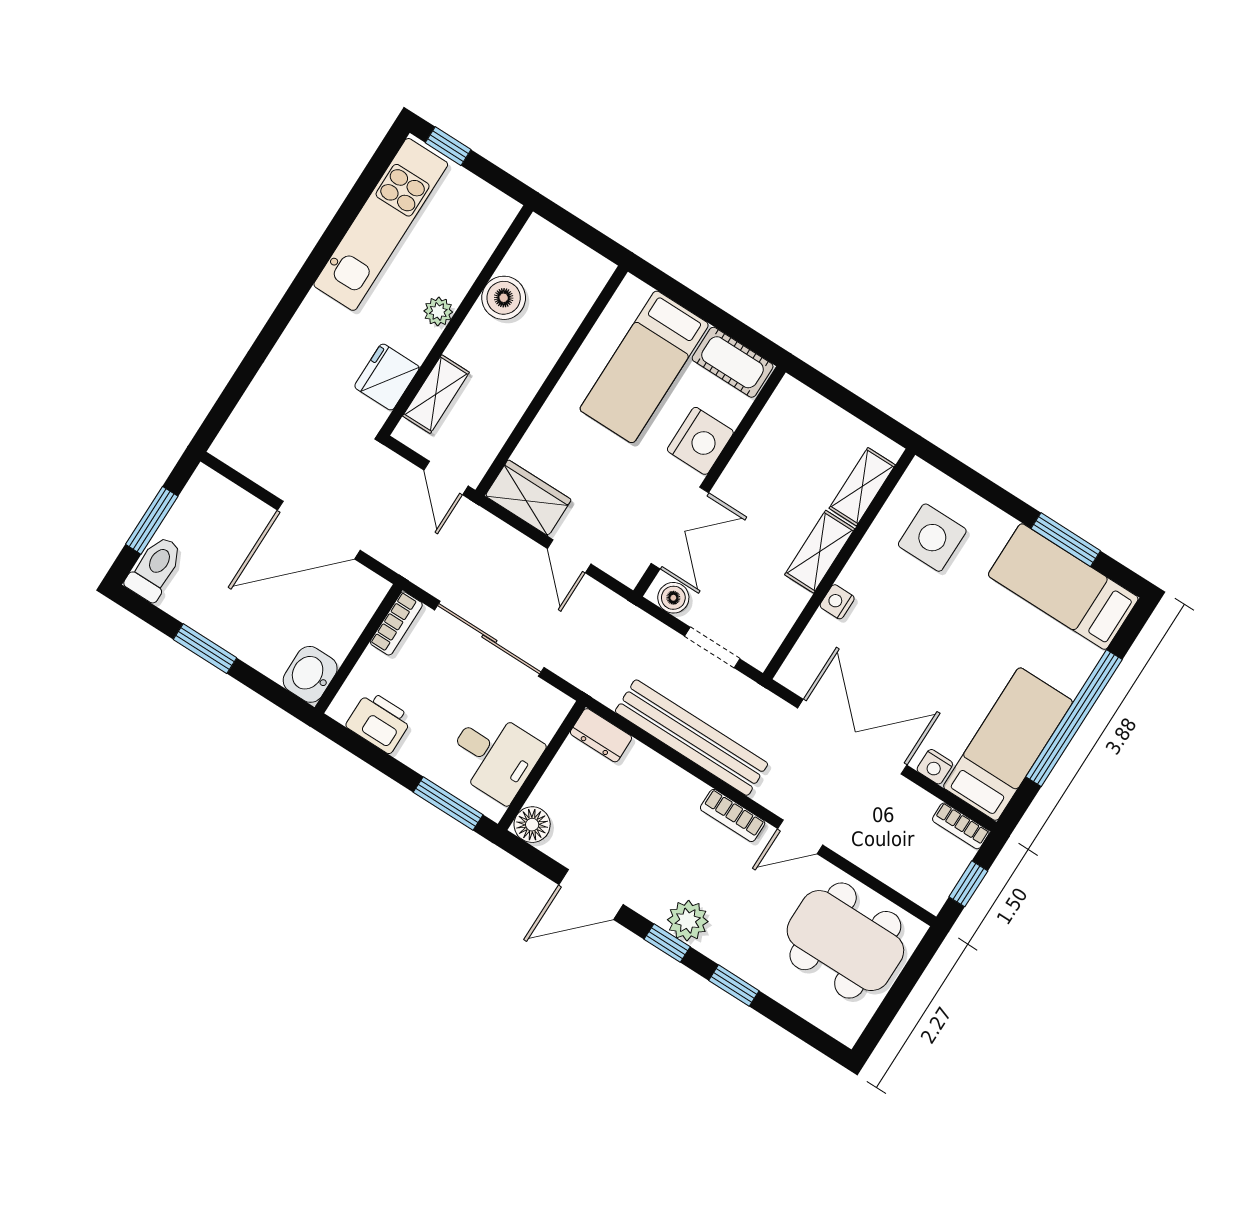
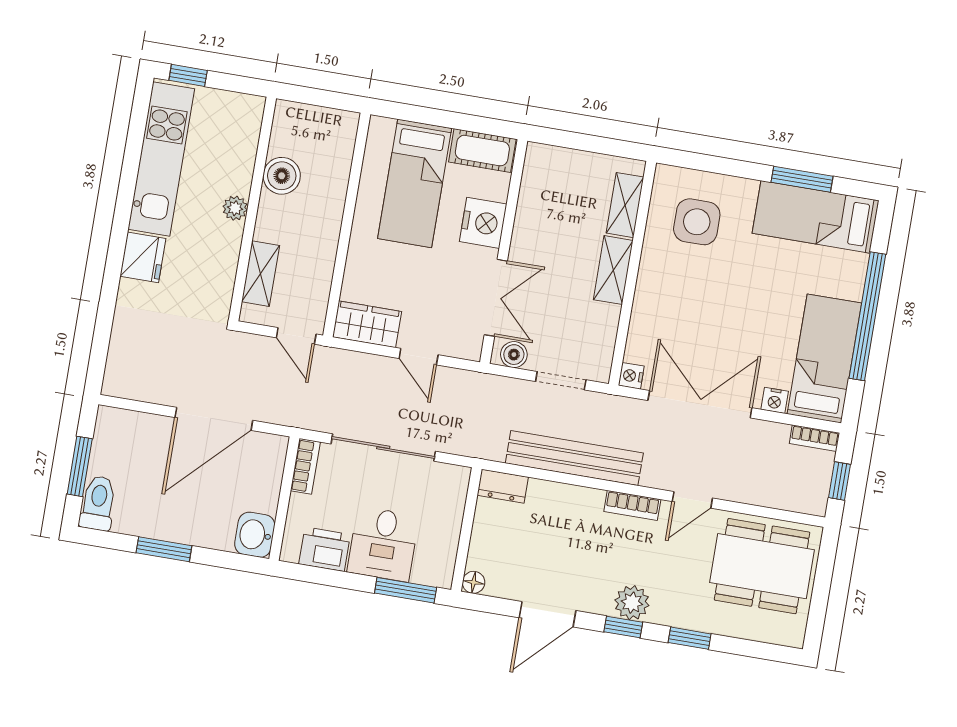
fridge: (387, 377) -> (143, 257), moved, turned 180
nightstand: (837, 602) -> (631, 376), moved
desk: (494, 755) -> (383, 544), moved, turned 90
floor lamp: (532, 825) -> (474, 582), width x0.73, depth x0.73

